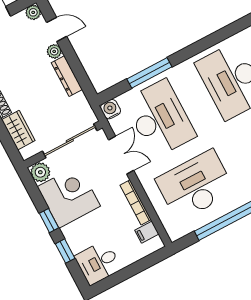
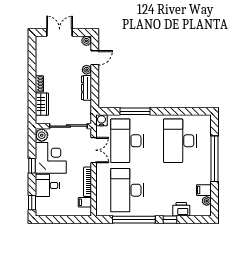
door: (57, 29) -> (95, 58), hinge flipped
desk: (160, 119) -> (127, 141), turned 180
desk: (195, 185) -> (127, 190), turned -90
window: (65, 251) -> (32, 203), moved
desk: (98, 263) -> (48, 185), moved

